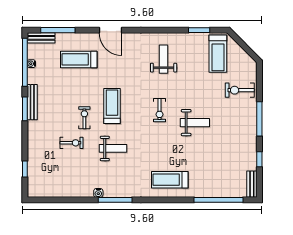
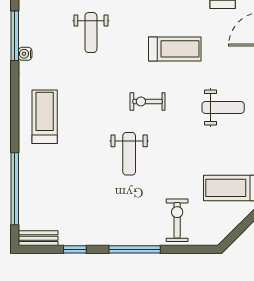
treadmill: (112, 106) -> (175, 49), moved
water cooler: (98, 193) -> (25, 54), moved

